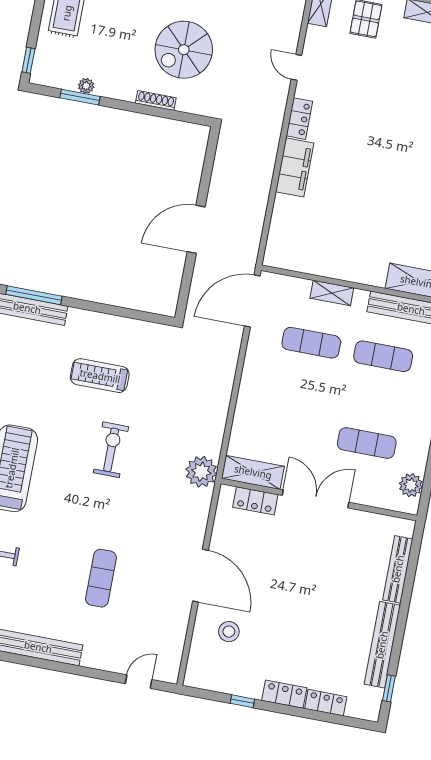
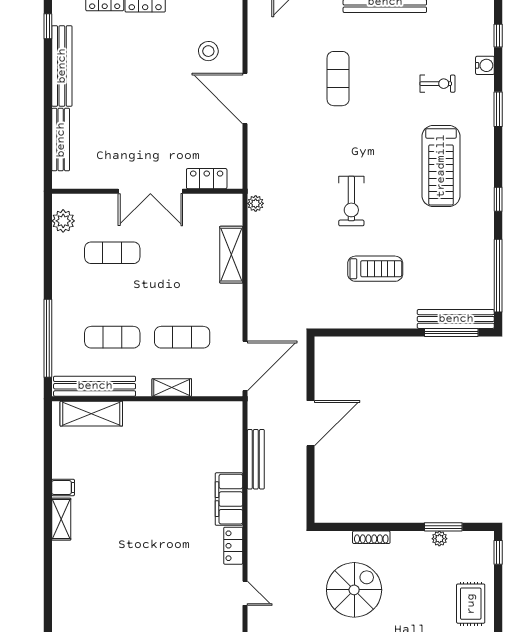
bench: (259, 203) -> (256, 459), added
plant: (201, 472) -> (256, 203), width x0.53, depth x0.53
shelving: (253, 472) -> (231, 255), moved, turned 90

